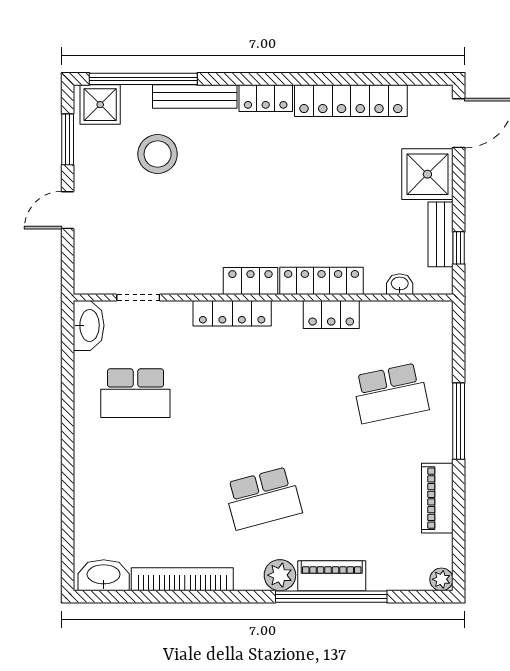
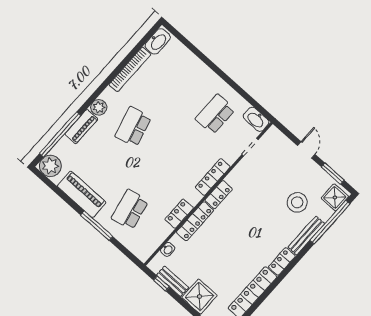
piano: (437, 498) -> (82, 194), width x1.37, depth x1.33
plant: (441, 579) -> (50, 166), width x1.88, depth x1.88
window: (331, 597) -> (60, 134), moved

